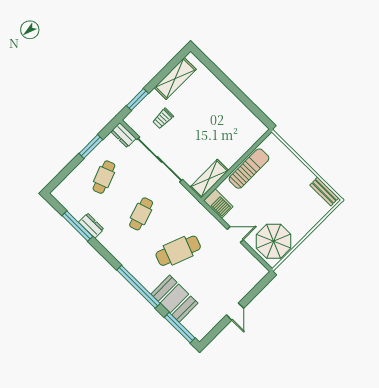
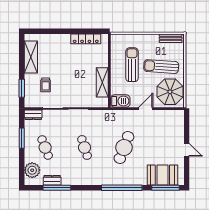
locker: (244, 113) -> (86, 39), added
sun lounger: (249, 169) -> (132, 65), moved
shelving: (209, 179) -> (102, 82), moved
plant: (71, 186) -> (32, 170), added
sun lounger: (289, 209) -> (161, 67), added
dresser: (91, 226) -> (52, 180), moved
booth: (174, 299) -> (162, 175), moved

